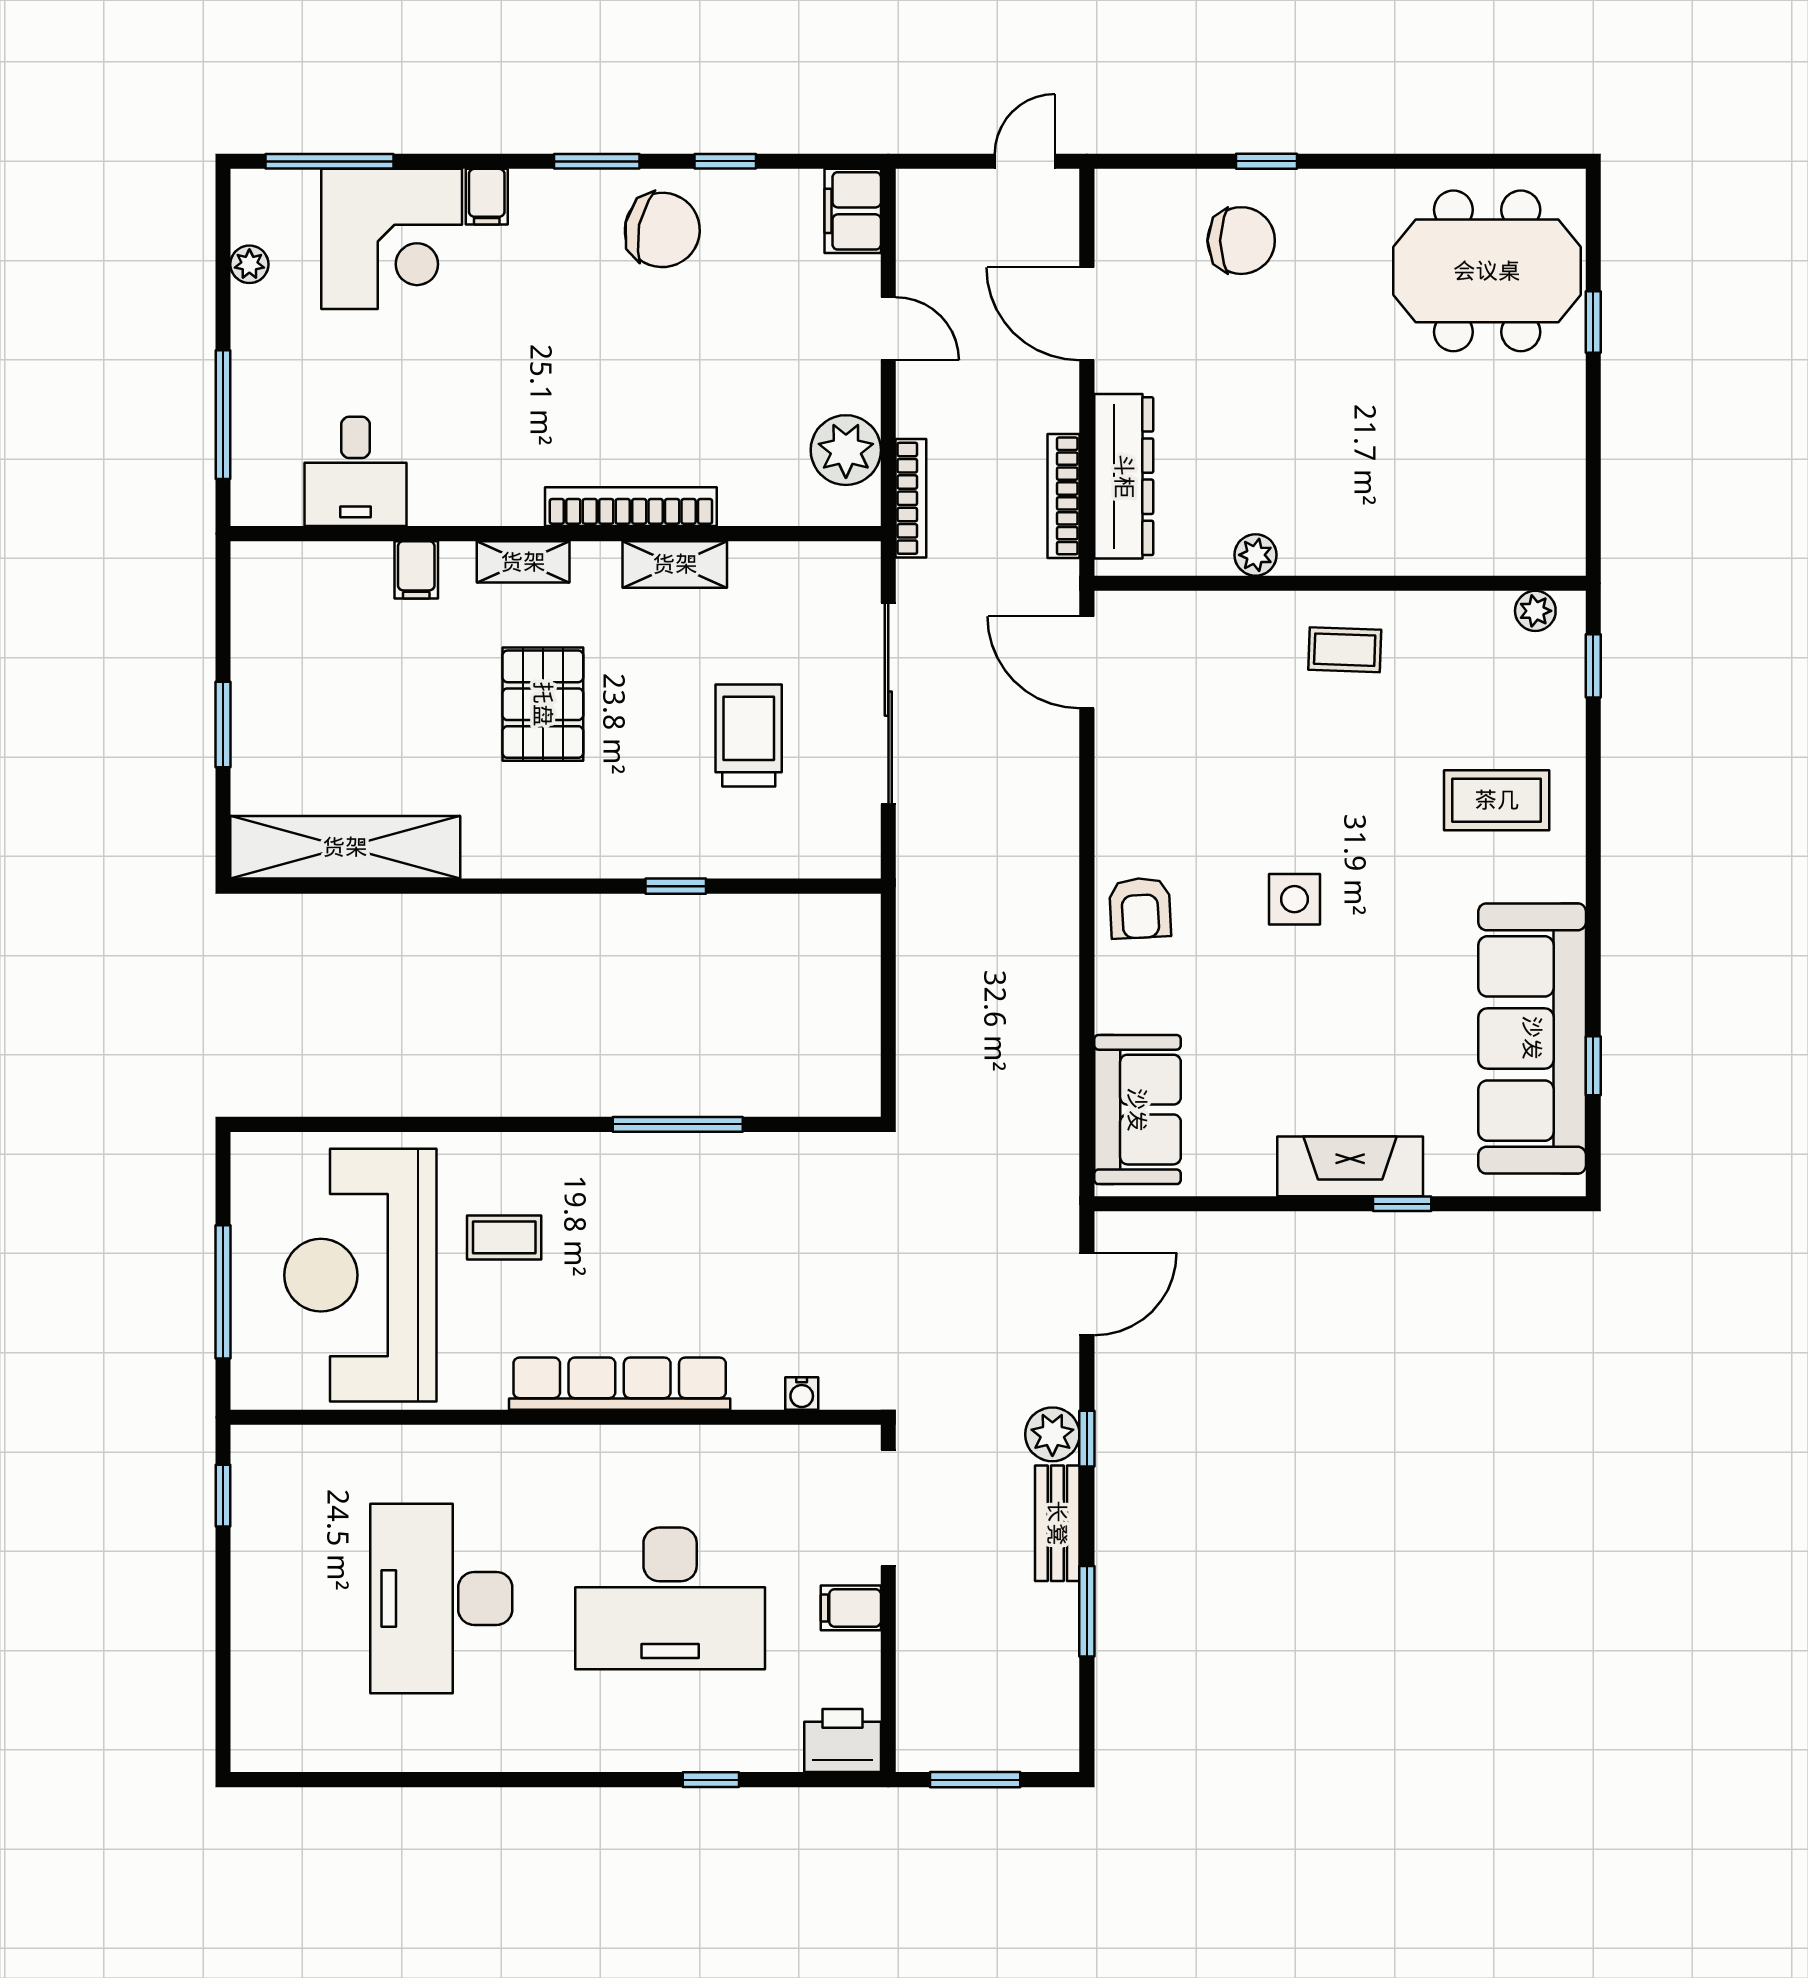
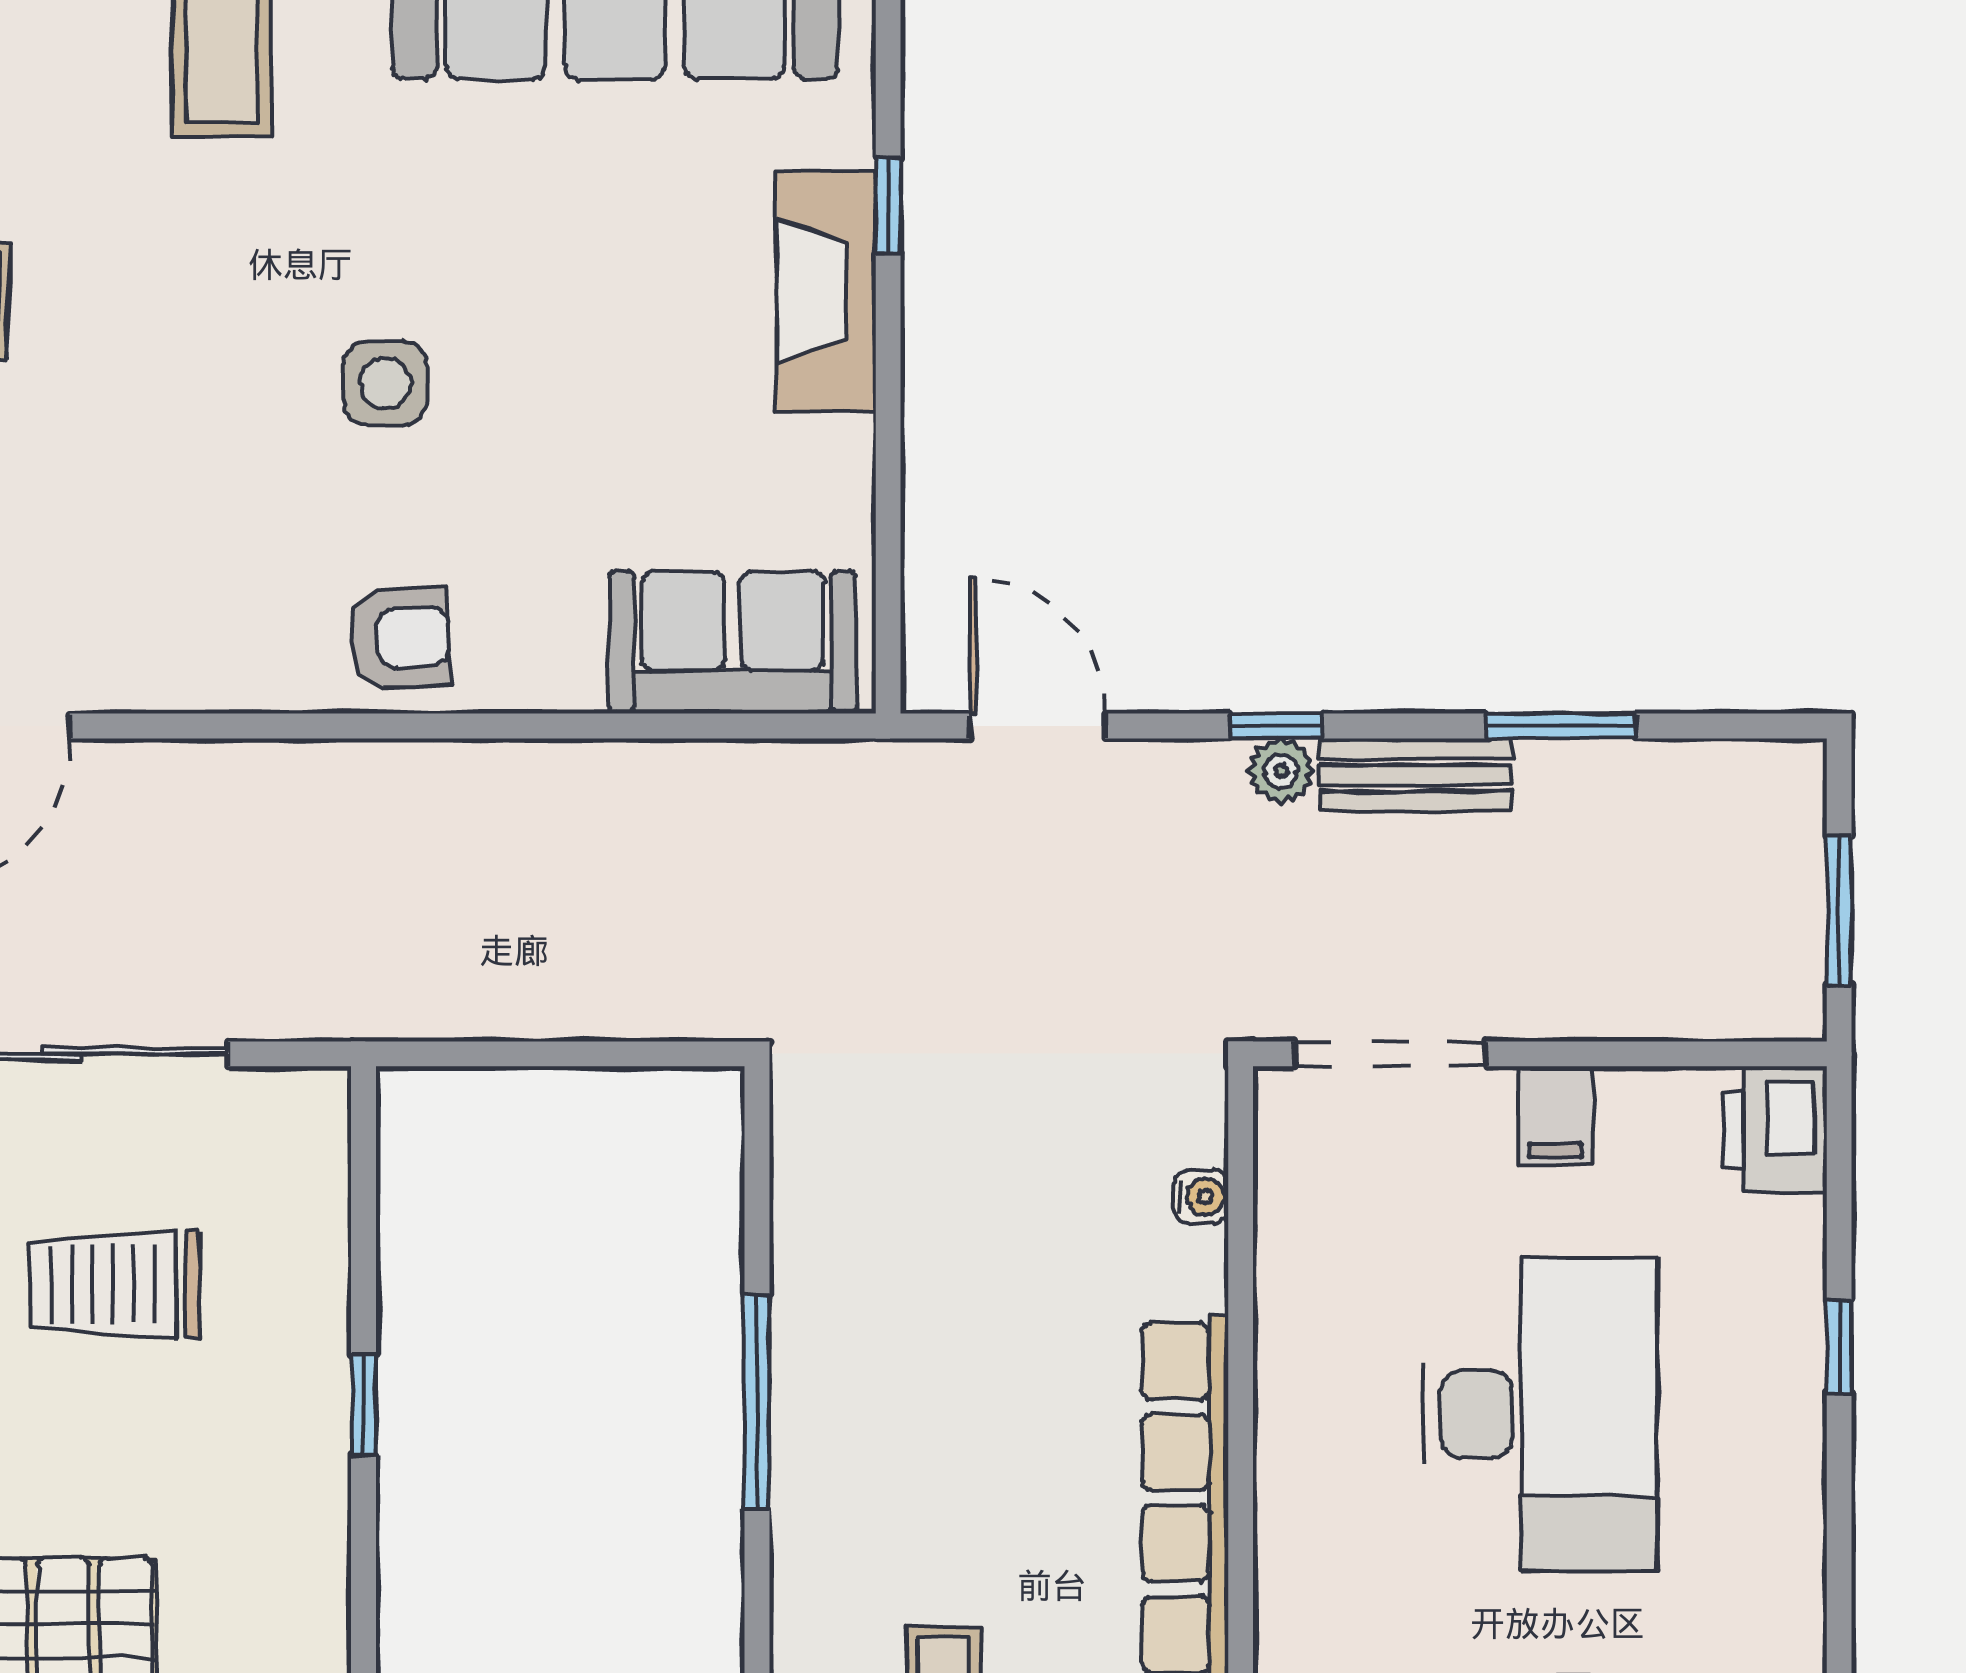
plant: (1052, 1434) -> (1281, 771), width x0.73, depth x0.73

